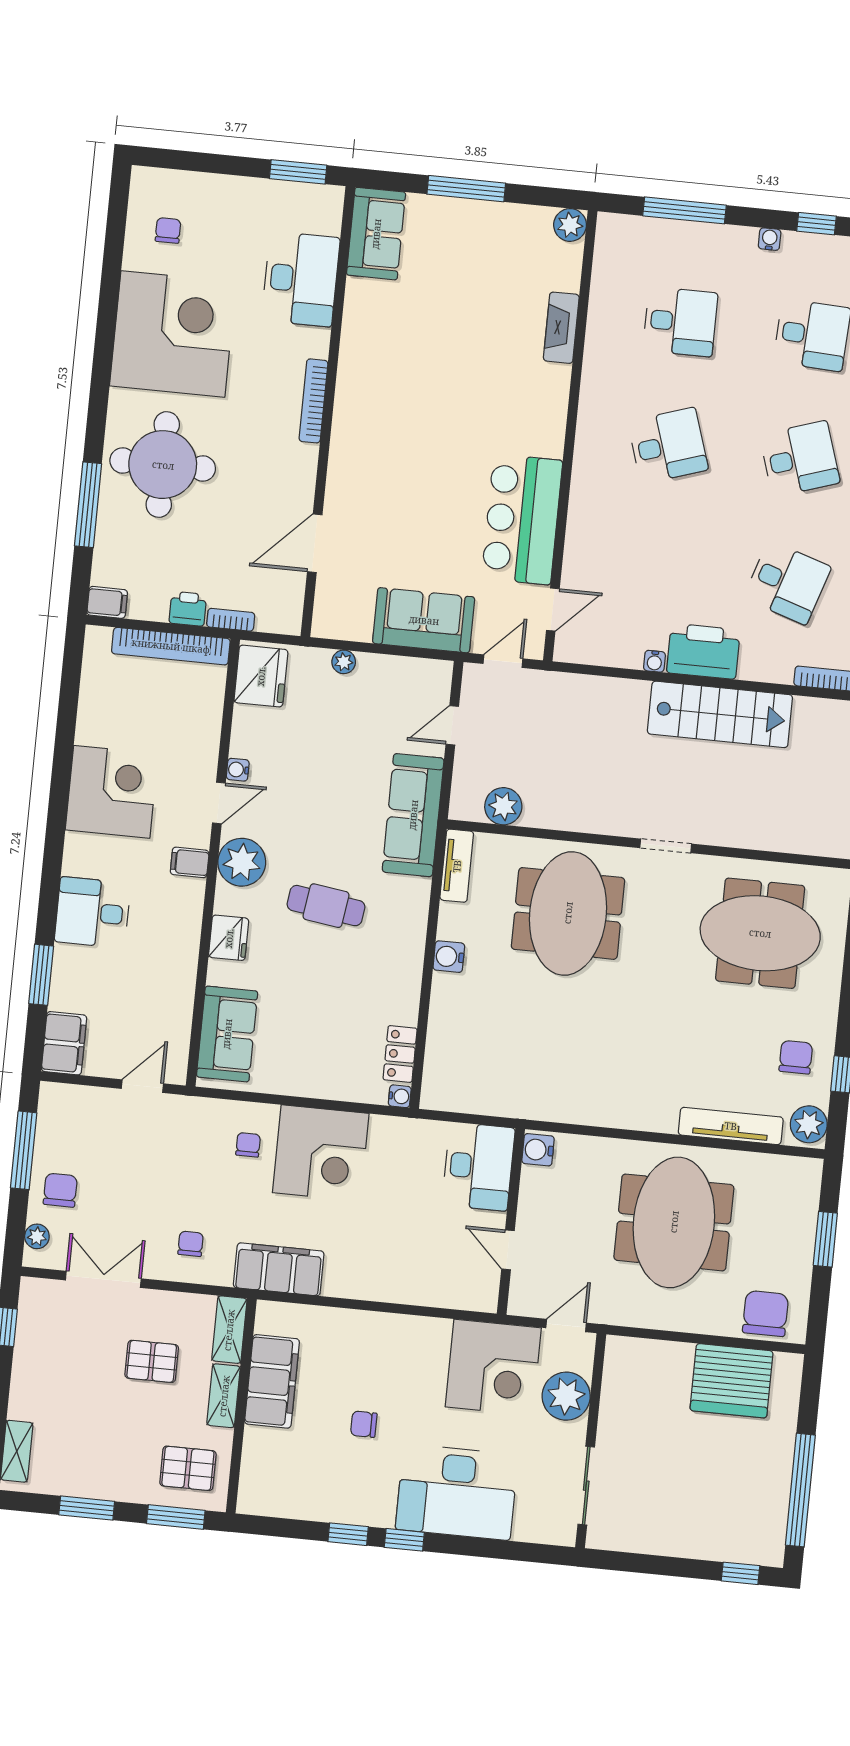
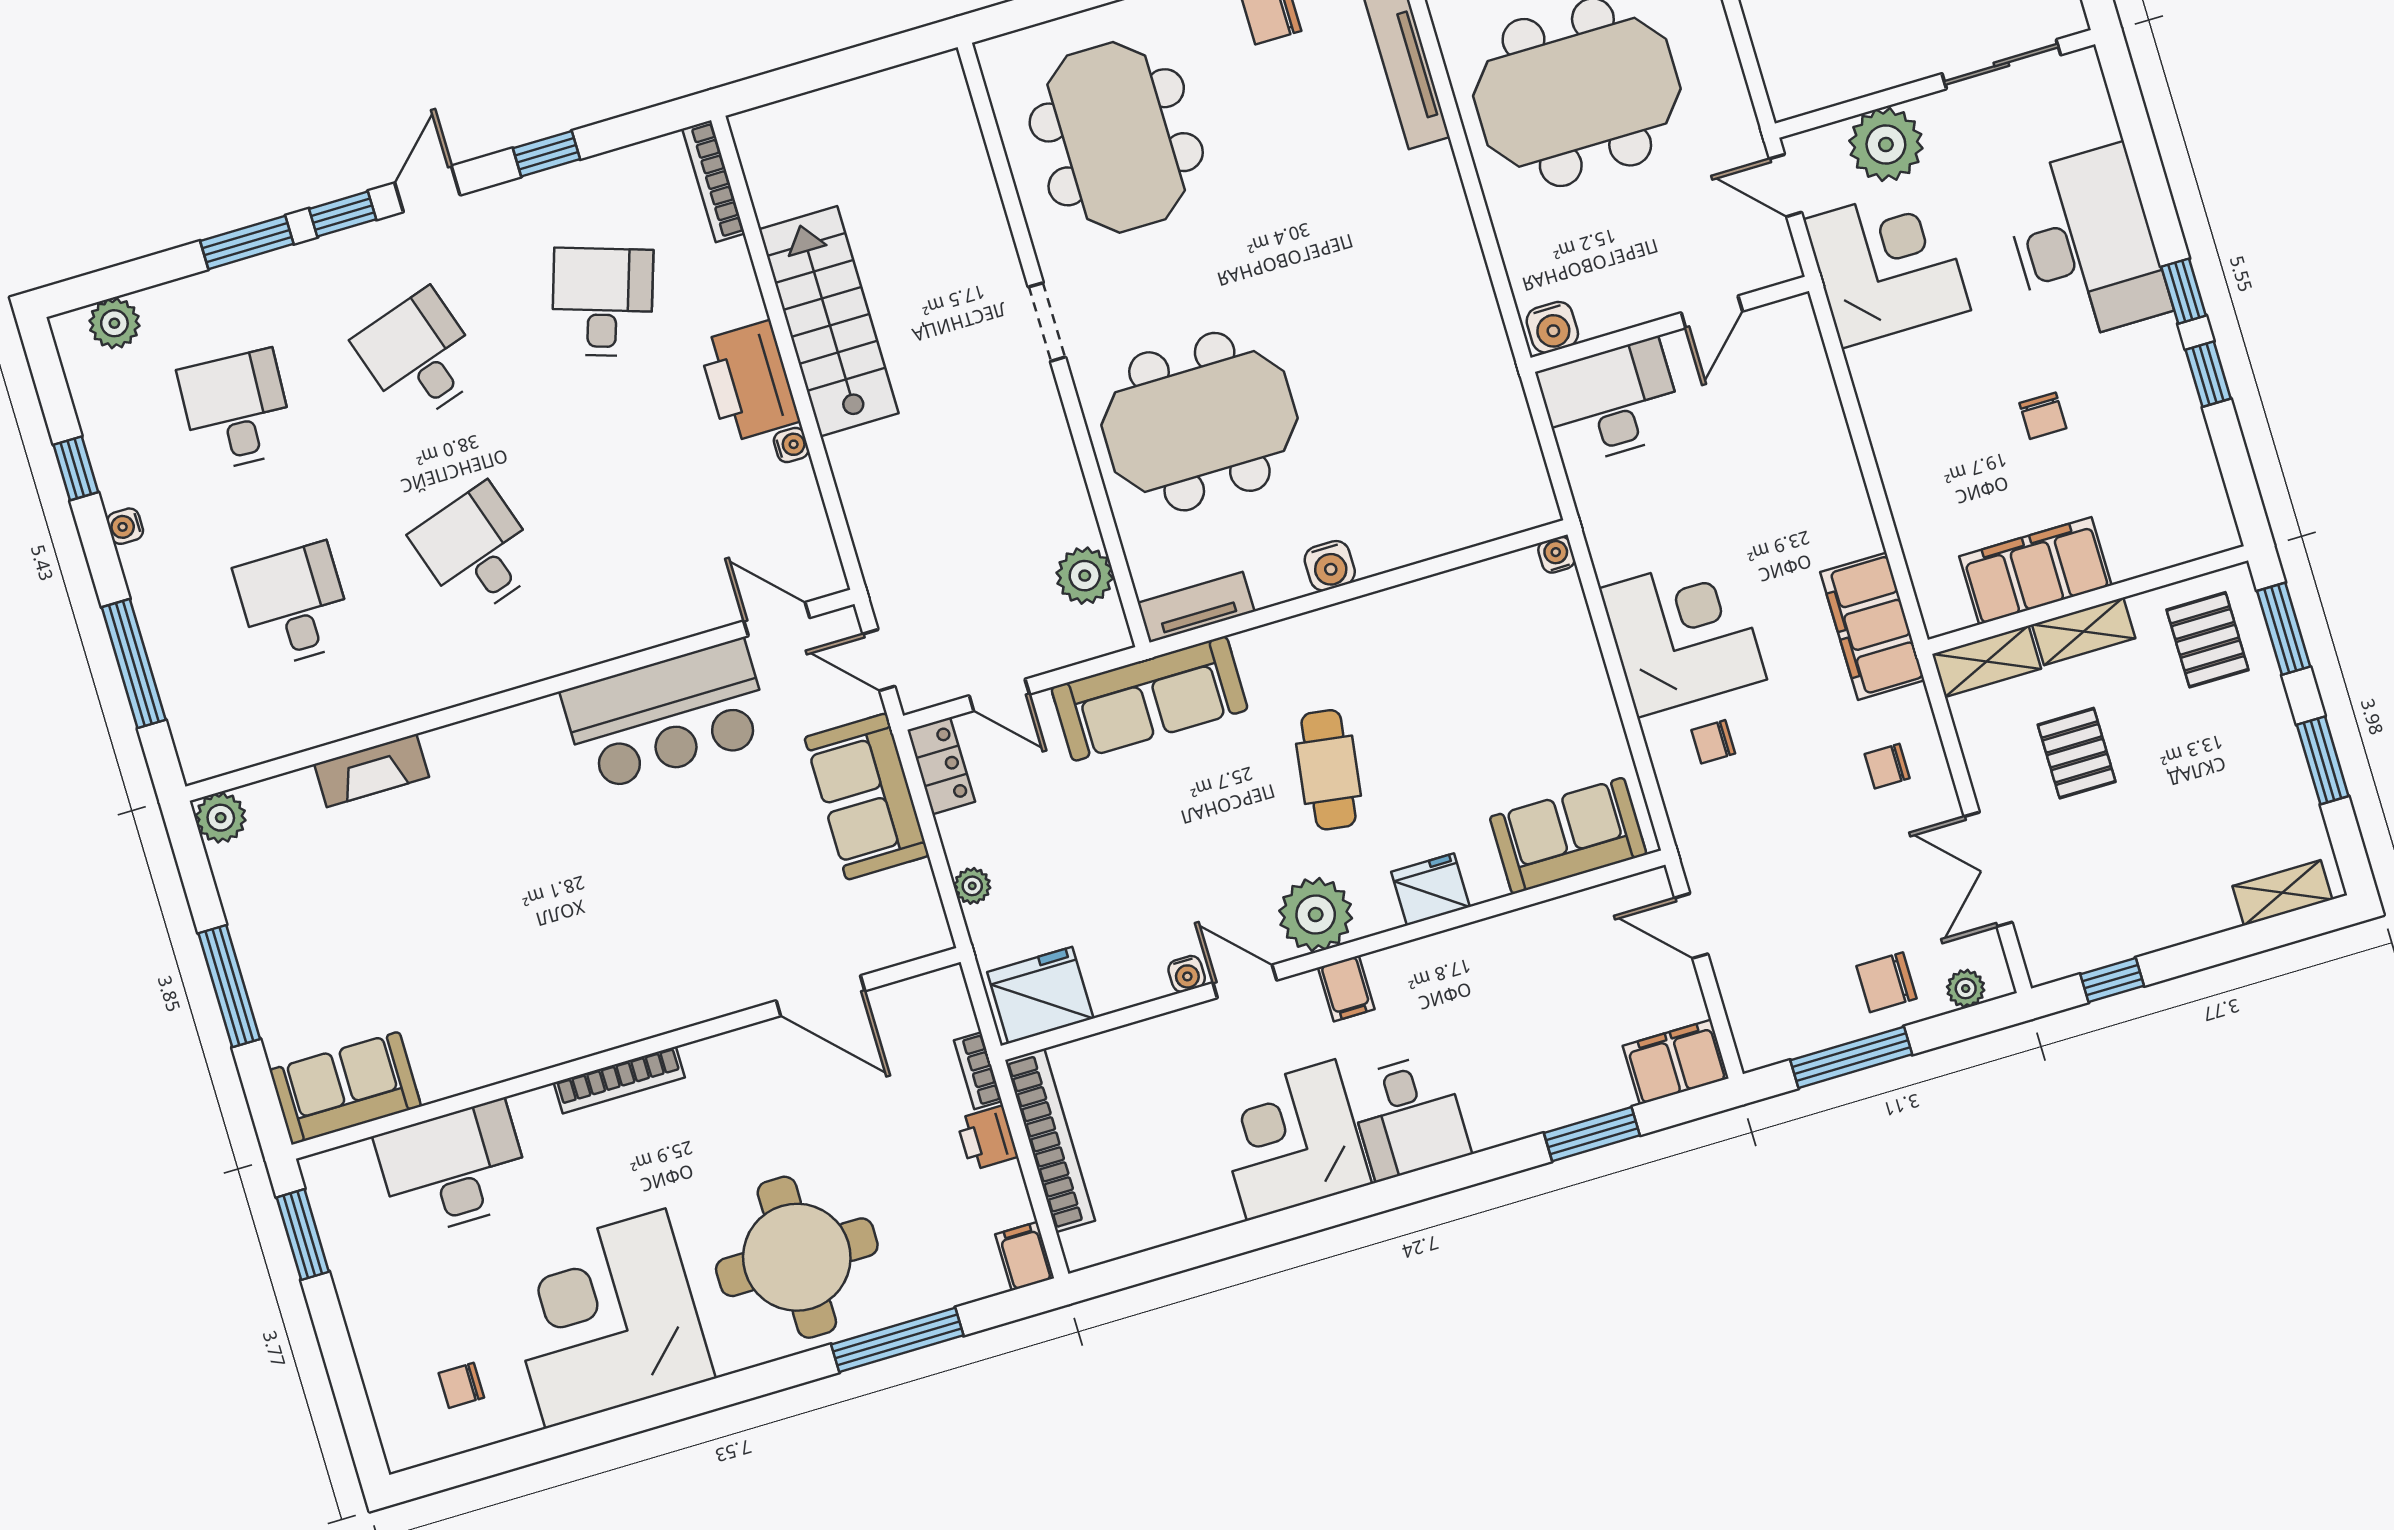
desk: (92, 912) -> (1409, 1117), moved
locker: (400, 1054) -> (941, 766), moved, turned -90

